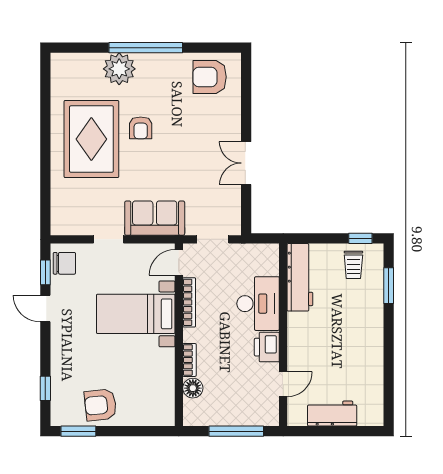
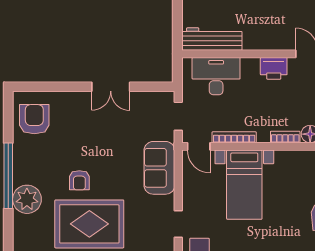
armchair: (210, 77) -> (34, 119), turned 180
armchair: (141, 128) -> (79, 180), turned 90
doorway: (108, 239) -> (178, 224), moved
desk: (258, 304) -> (216, 76), moved

